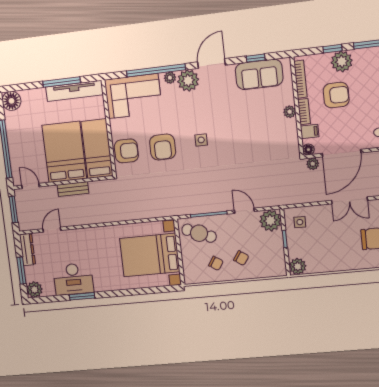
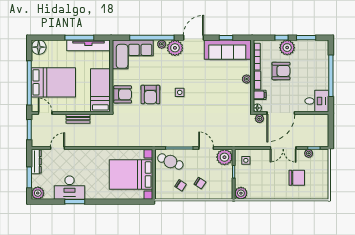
sofa: (259, 74) -> (227, 50), width x1.36
bed: (64, 152) -> (53, 82), moved, turned 90

